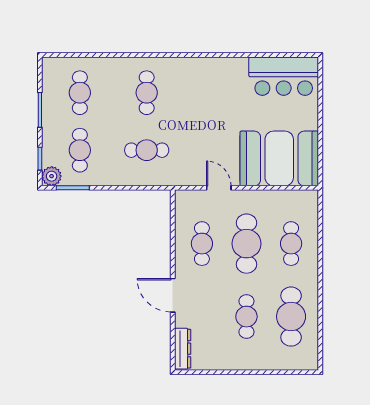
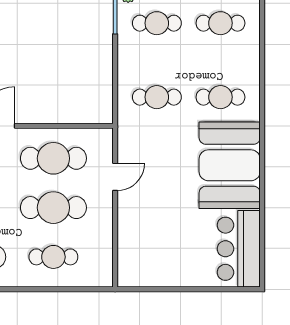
cafe table: (147, 150) -> (157, 97), turned 90
booth: (279, 158) -> (230, 165), moved
cafe table: (202, 244) -> (53, 158), width x1.37, depth x1.35

